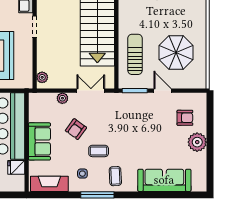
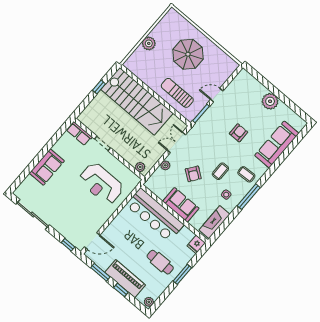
parasol: (176, 52) -> (188, 54), moved
armchair: (185, 118) -> (239, 133), moved
fridge: (16, 167) -> (196, 244), moved

